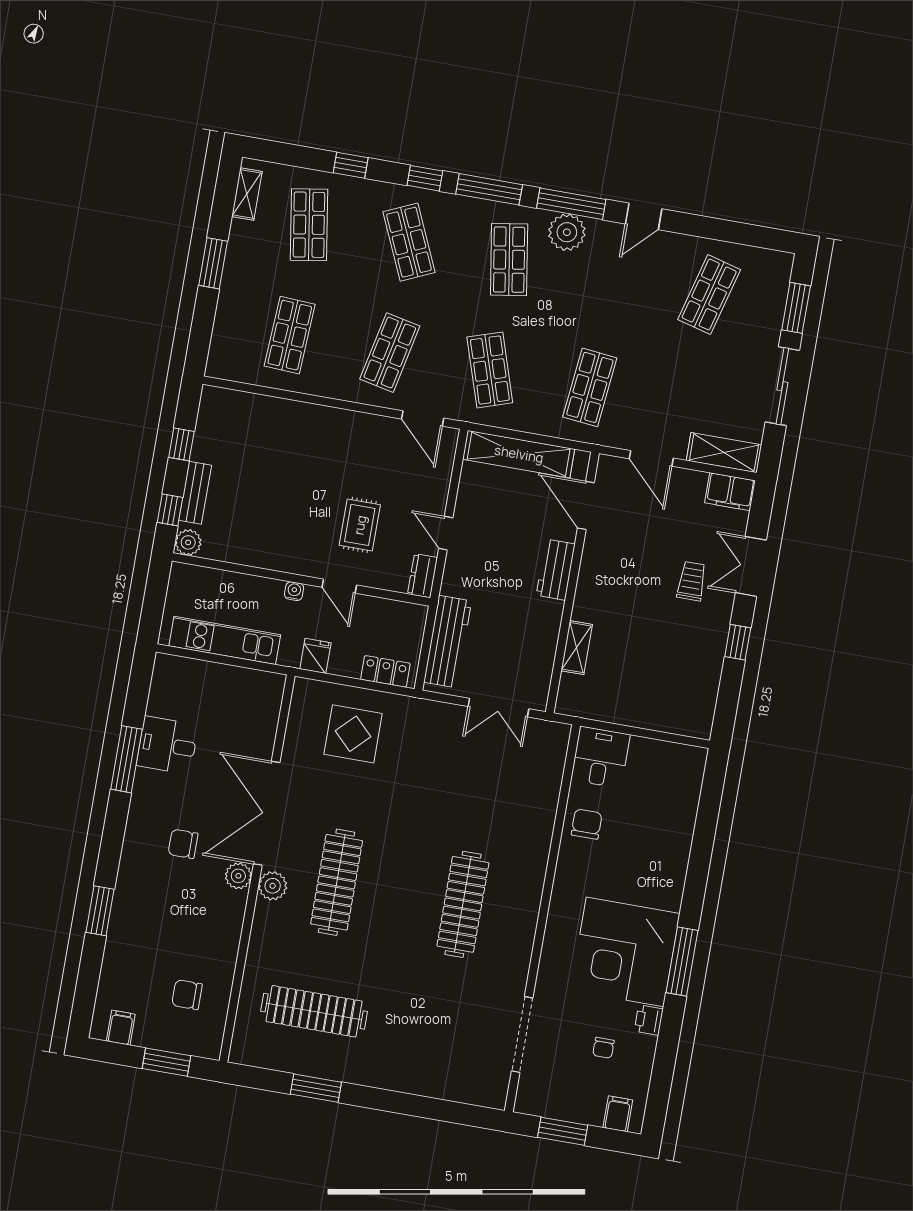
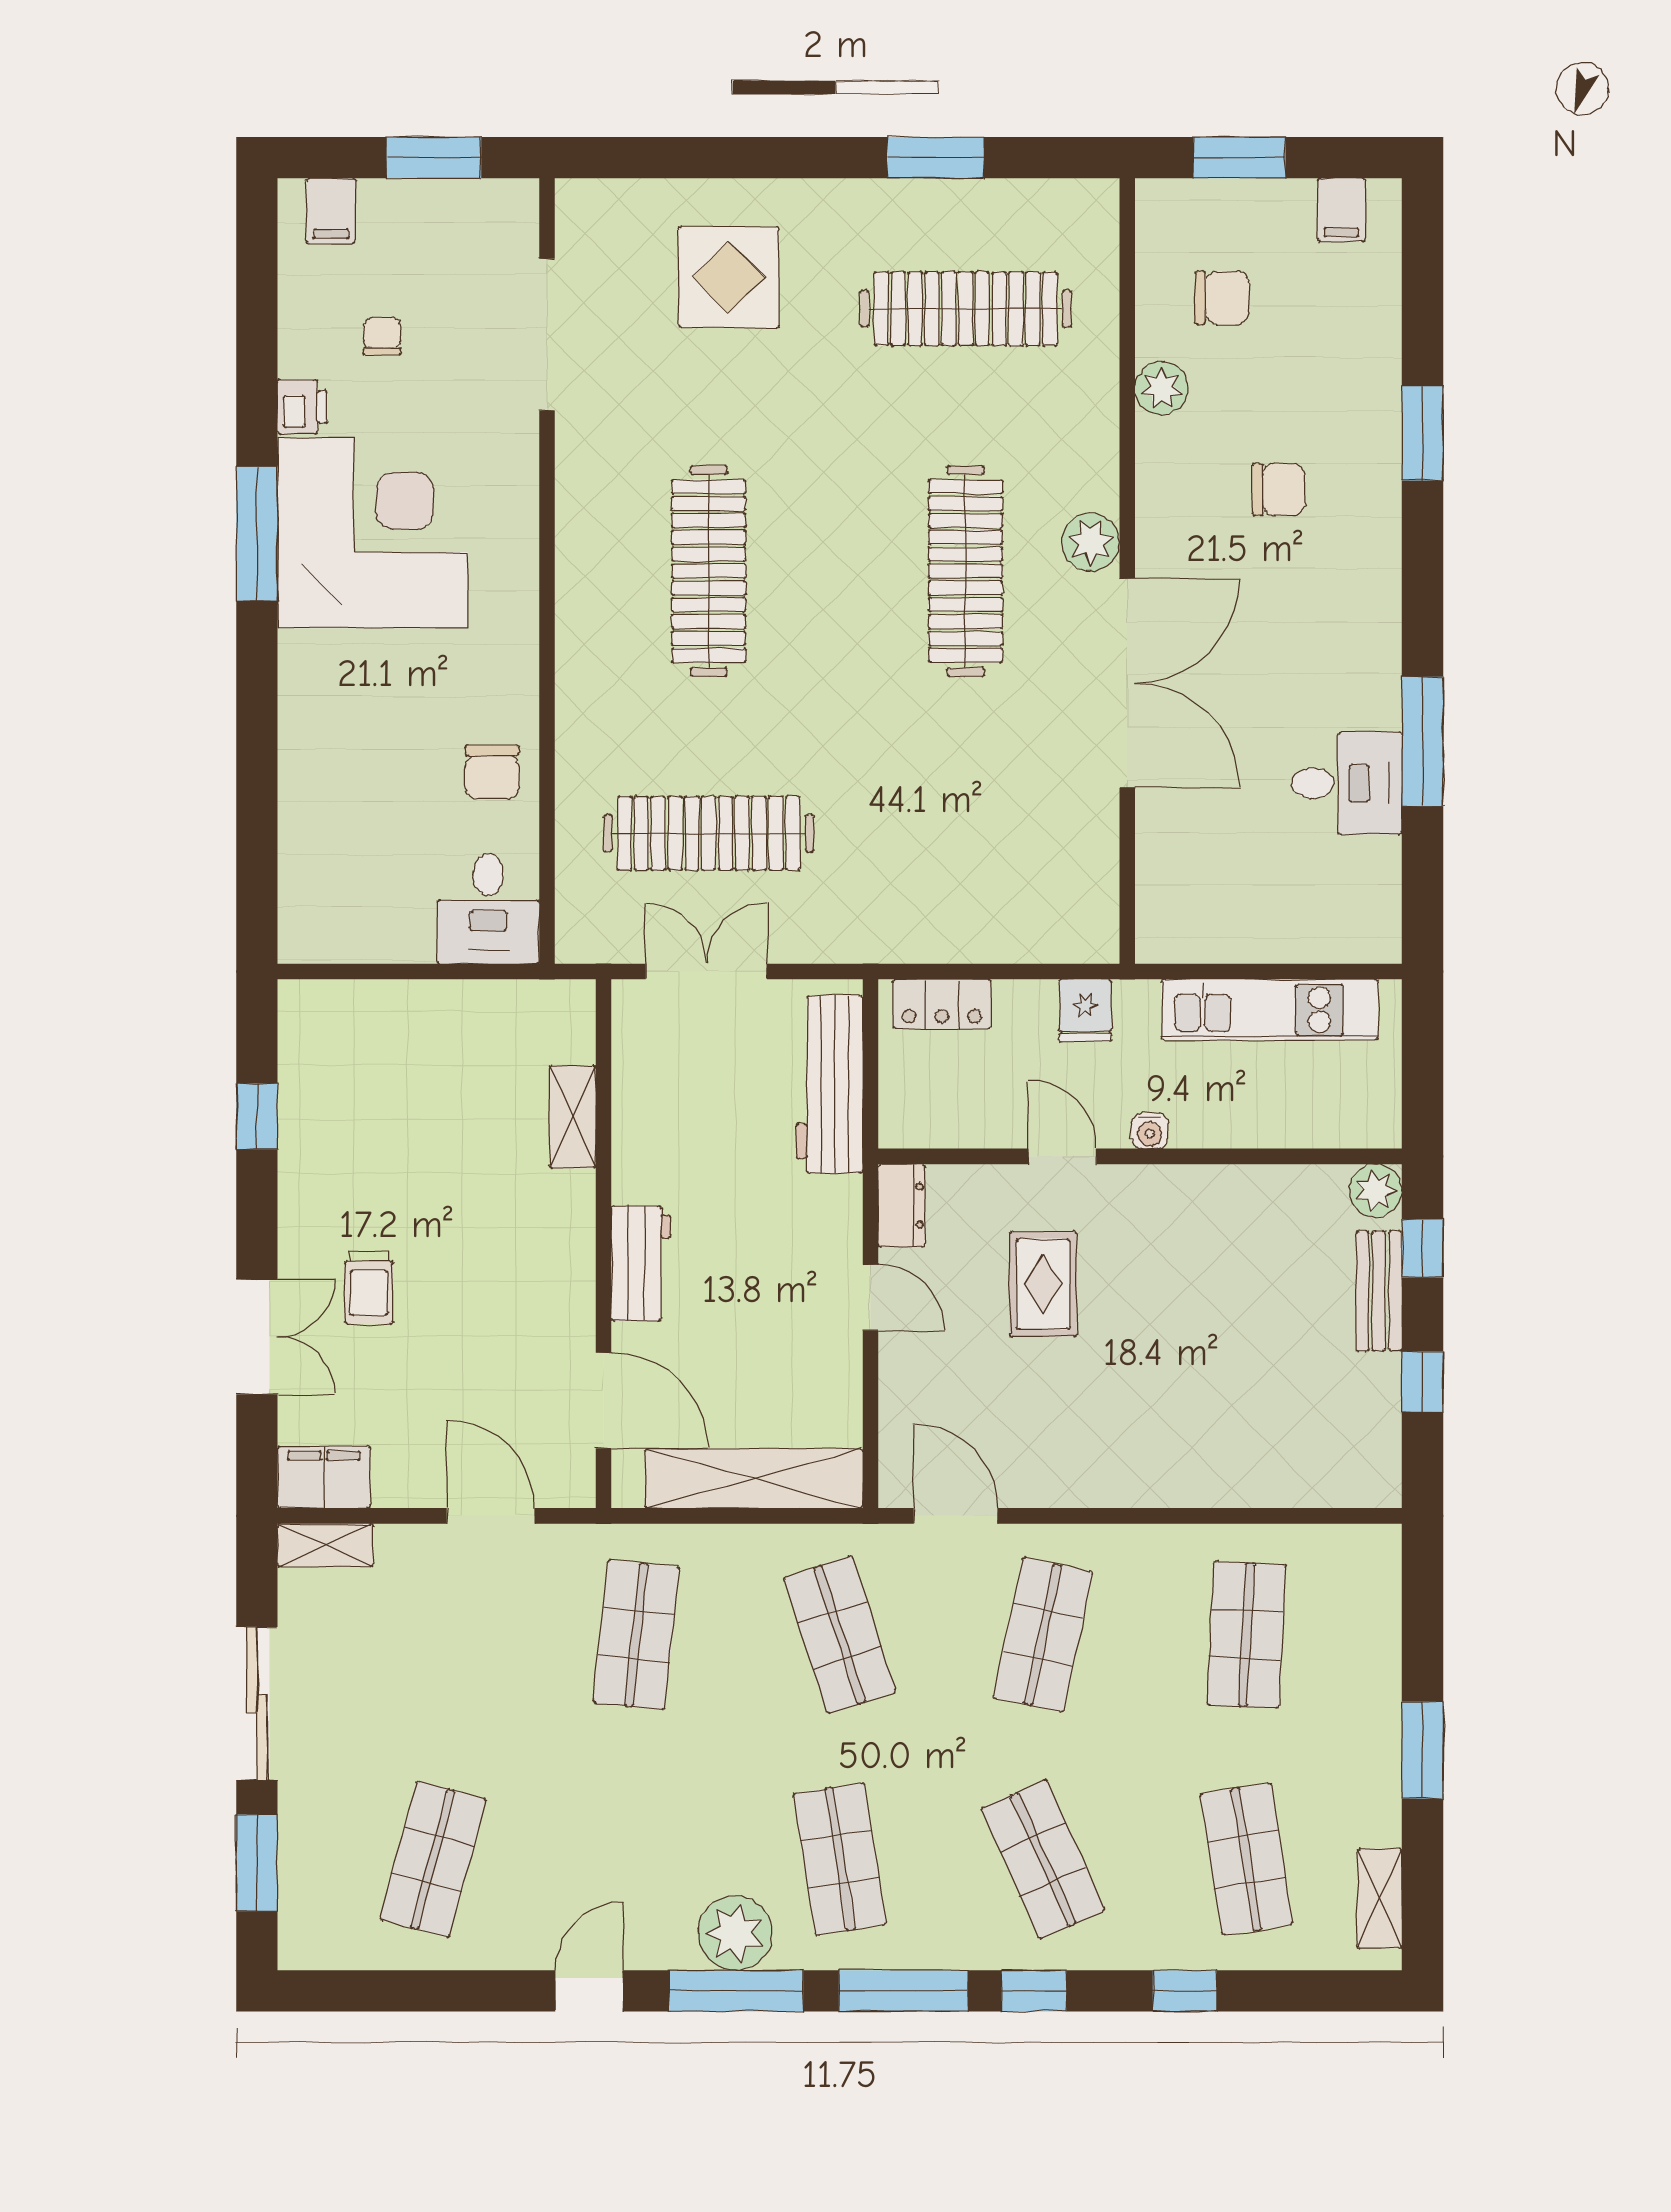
shelving: (724, 453) -> (325, 1545), width x0.67, depth x0.75
window: (738, 642) -> (257, 1116), moved
display table: (353, 734) -> (729, 277), moved
clothes rail: (485, 775) -> (709, 833), added
chair: (183, 844) -> (1279, 490), moved
plant: (238, 876) -> (1162, 388), moved

